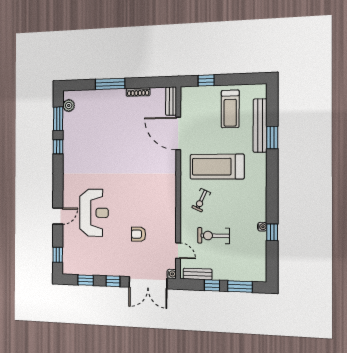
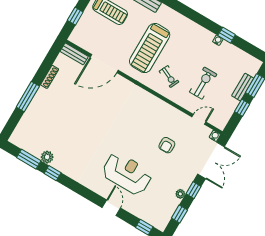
plant: (69, 106) -> (47, 157), moved
exercise bike: (214, 236) -> (203, 83), turned 180
plant: (103, 271) -> (180, 194), added
bench: (198, 274) -> (243, 87), moved

